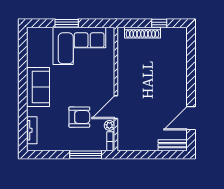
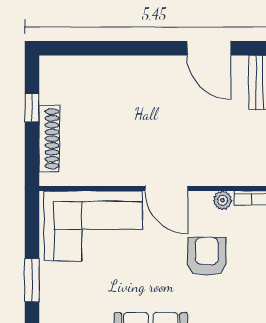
corner sofa: (79, 46) -> (93, 226), moved, turned 90
door: (116, 107) -> (166, 188), moved

